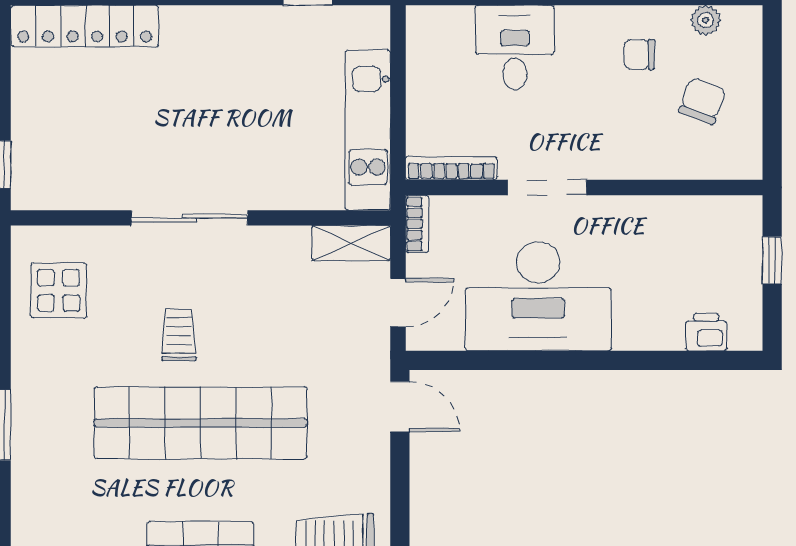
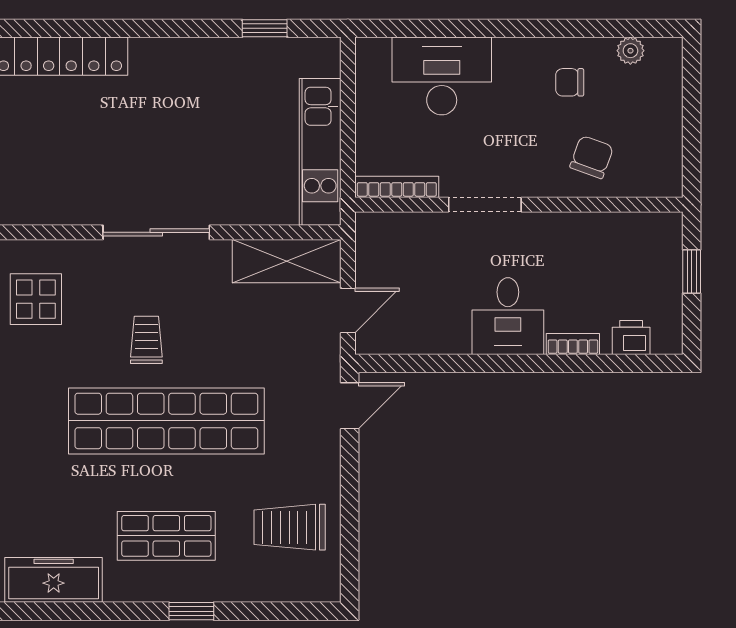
desk: (515, 48) -> (442, 76), width x1.37
chair: (702, 101) -> (592, 157), moved
bookcase: (417, 224) -> (573, 344), moved, turned -90
shelving: (351, 243) -> (287, 261), width x1.50, depth x1.33
desk: (538, 296) -> (508, 316), width x0.53, depth x0.77
door: (400, 407) -> (350, 406), hinge flipped

